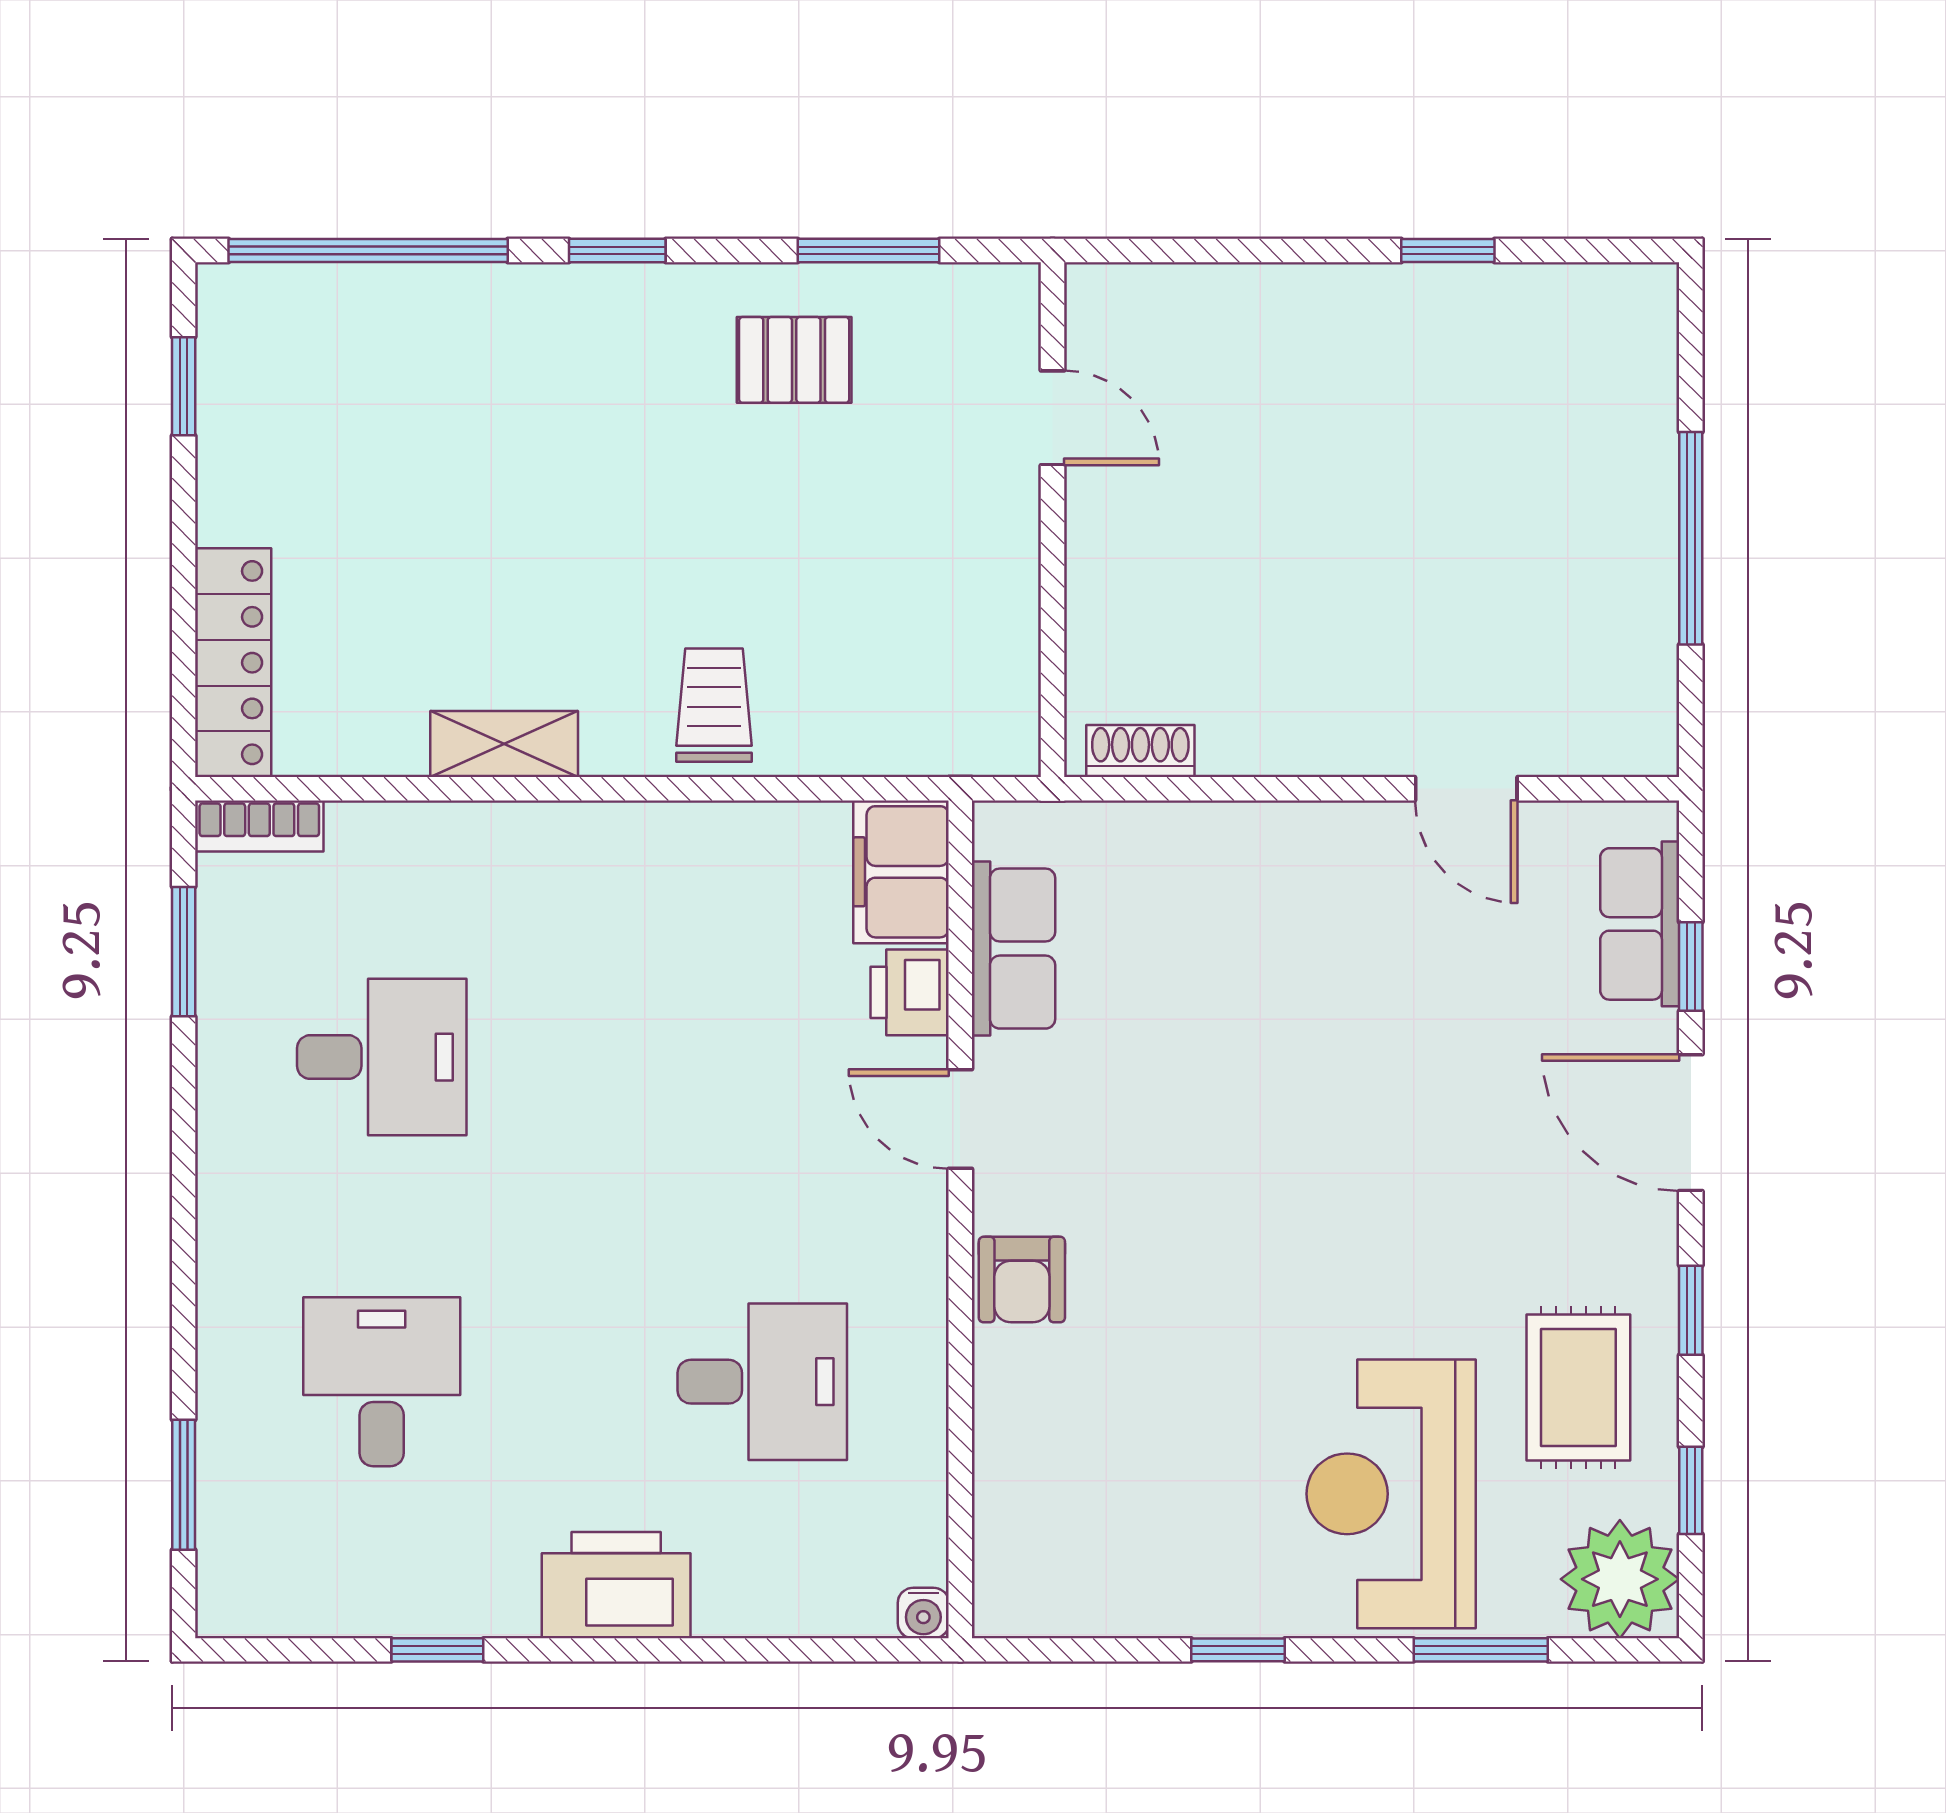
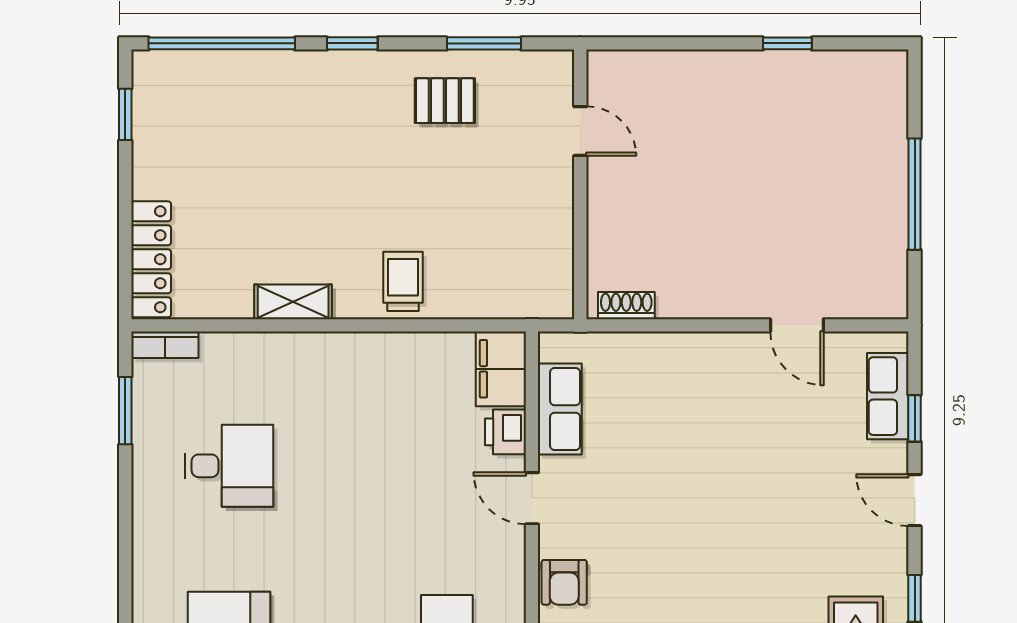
door: (1691, 1123) -> (915, 500), width x0.73

